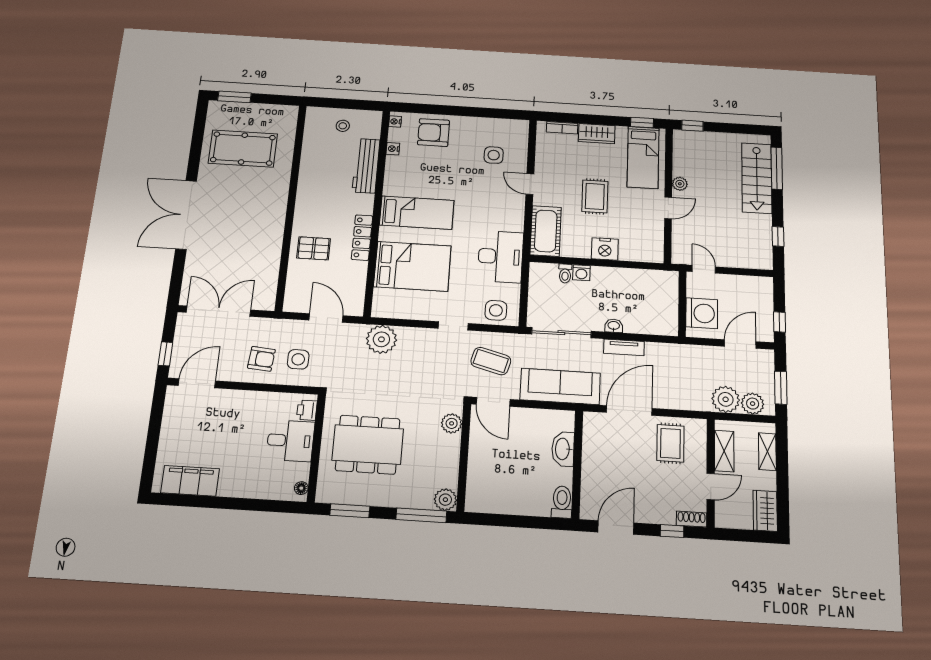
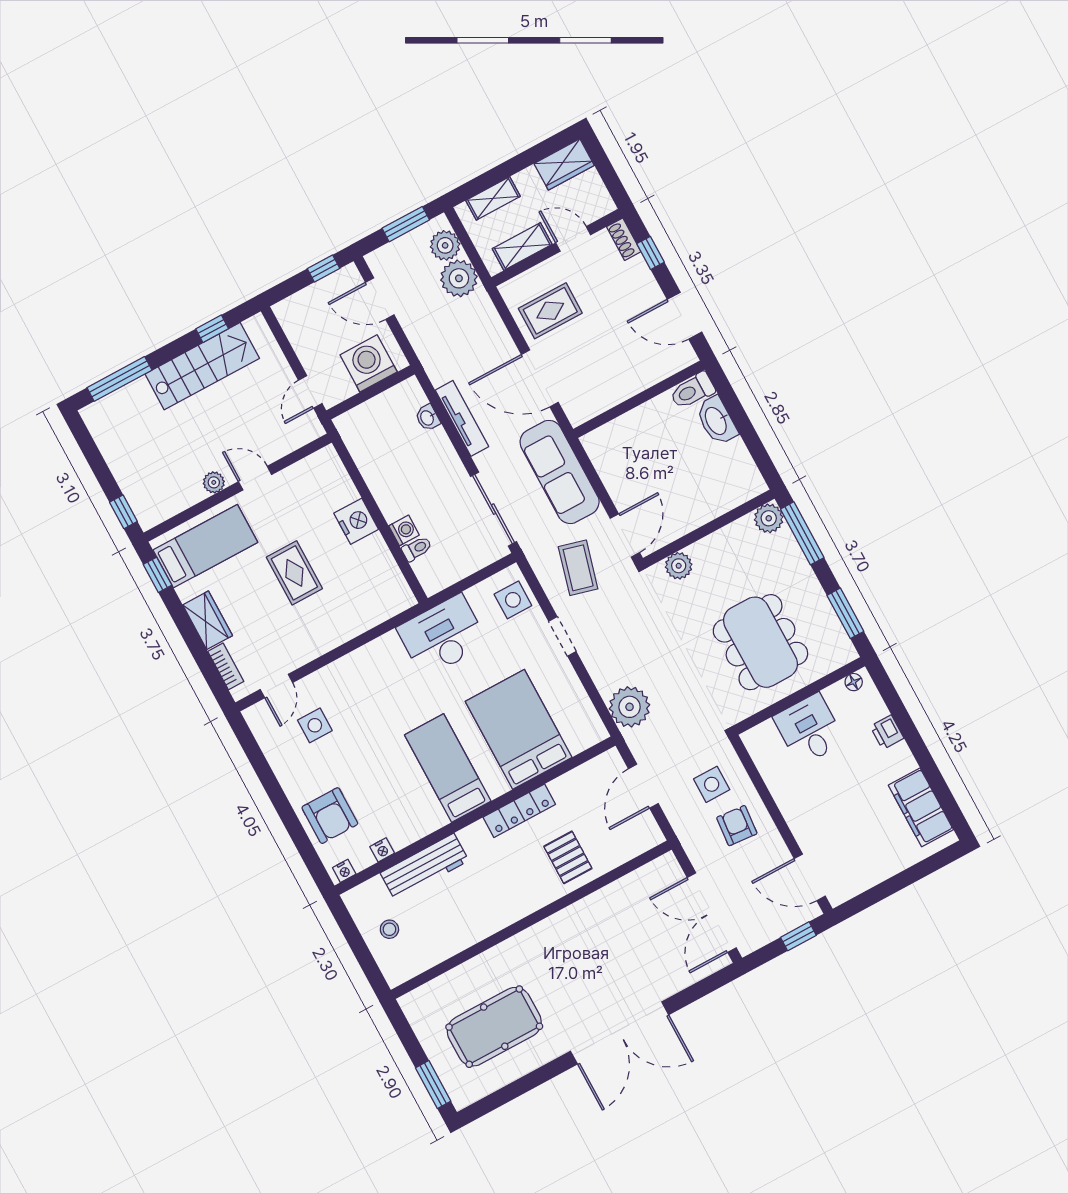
pool table: (243, 149) -> (494, 1027), turned 90
stairs: (757, 178) -> (202, 366), moved
door: (530, 184) -> (276, 686), moved
rug: (595, 196) -> (294, 573), turned 90
cot: (546, 231) -> (376, 604), removed
washbasin: (614, 326) -> (428, 418), moved
tv unit: (624, 347) -> (462, 418), width x1.41
printer: (307, 410) -> (887, 732), moved, turned 90
washbasin: (563, 449) -> (716, 421), moved, turned 90

